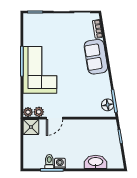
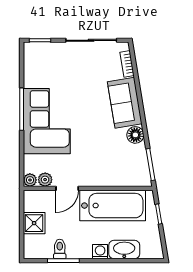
floor lamp: (108, 105) -> (135, 135), moved
shower: (31, 127) -> (34, 223), moved
bathtub: (87, 130) -> (113, 206), added
washing machine: (60, 163) -> (100, 252), moved

